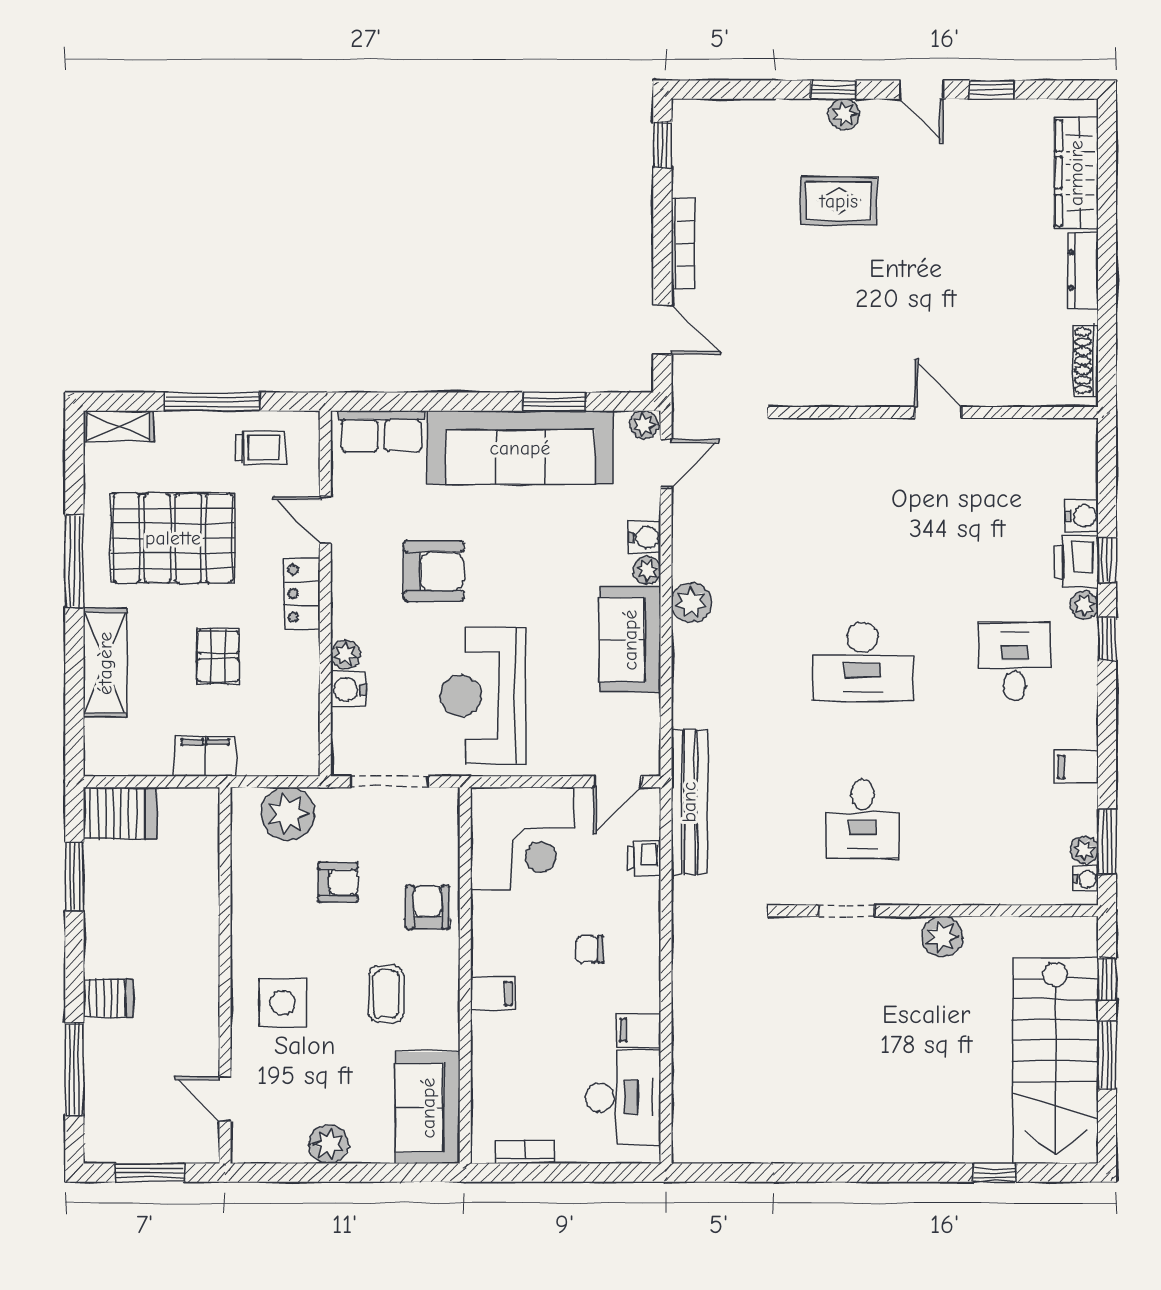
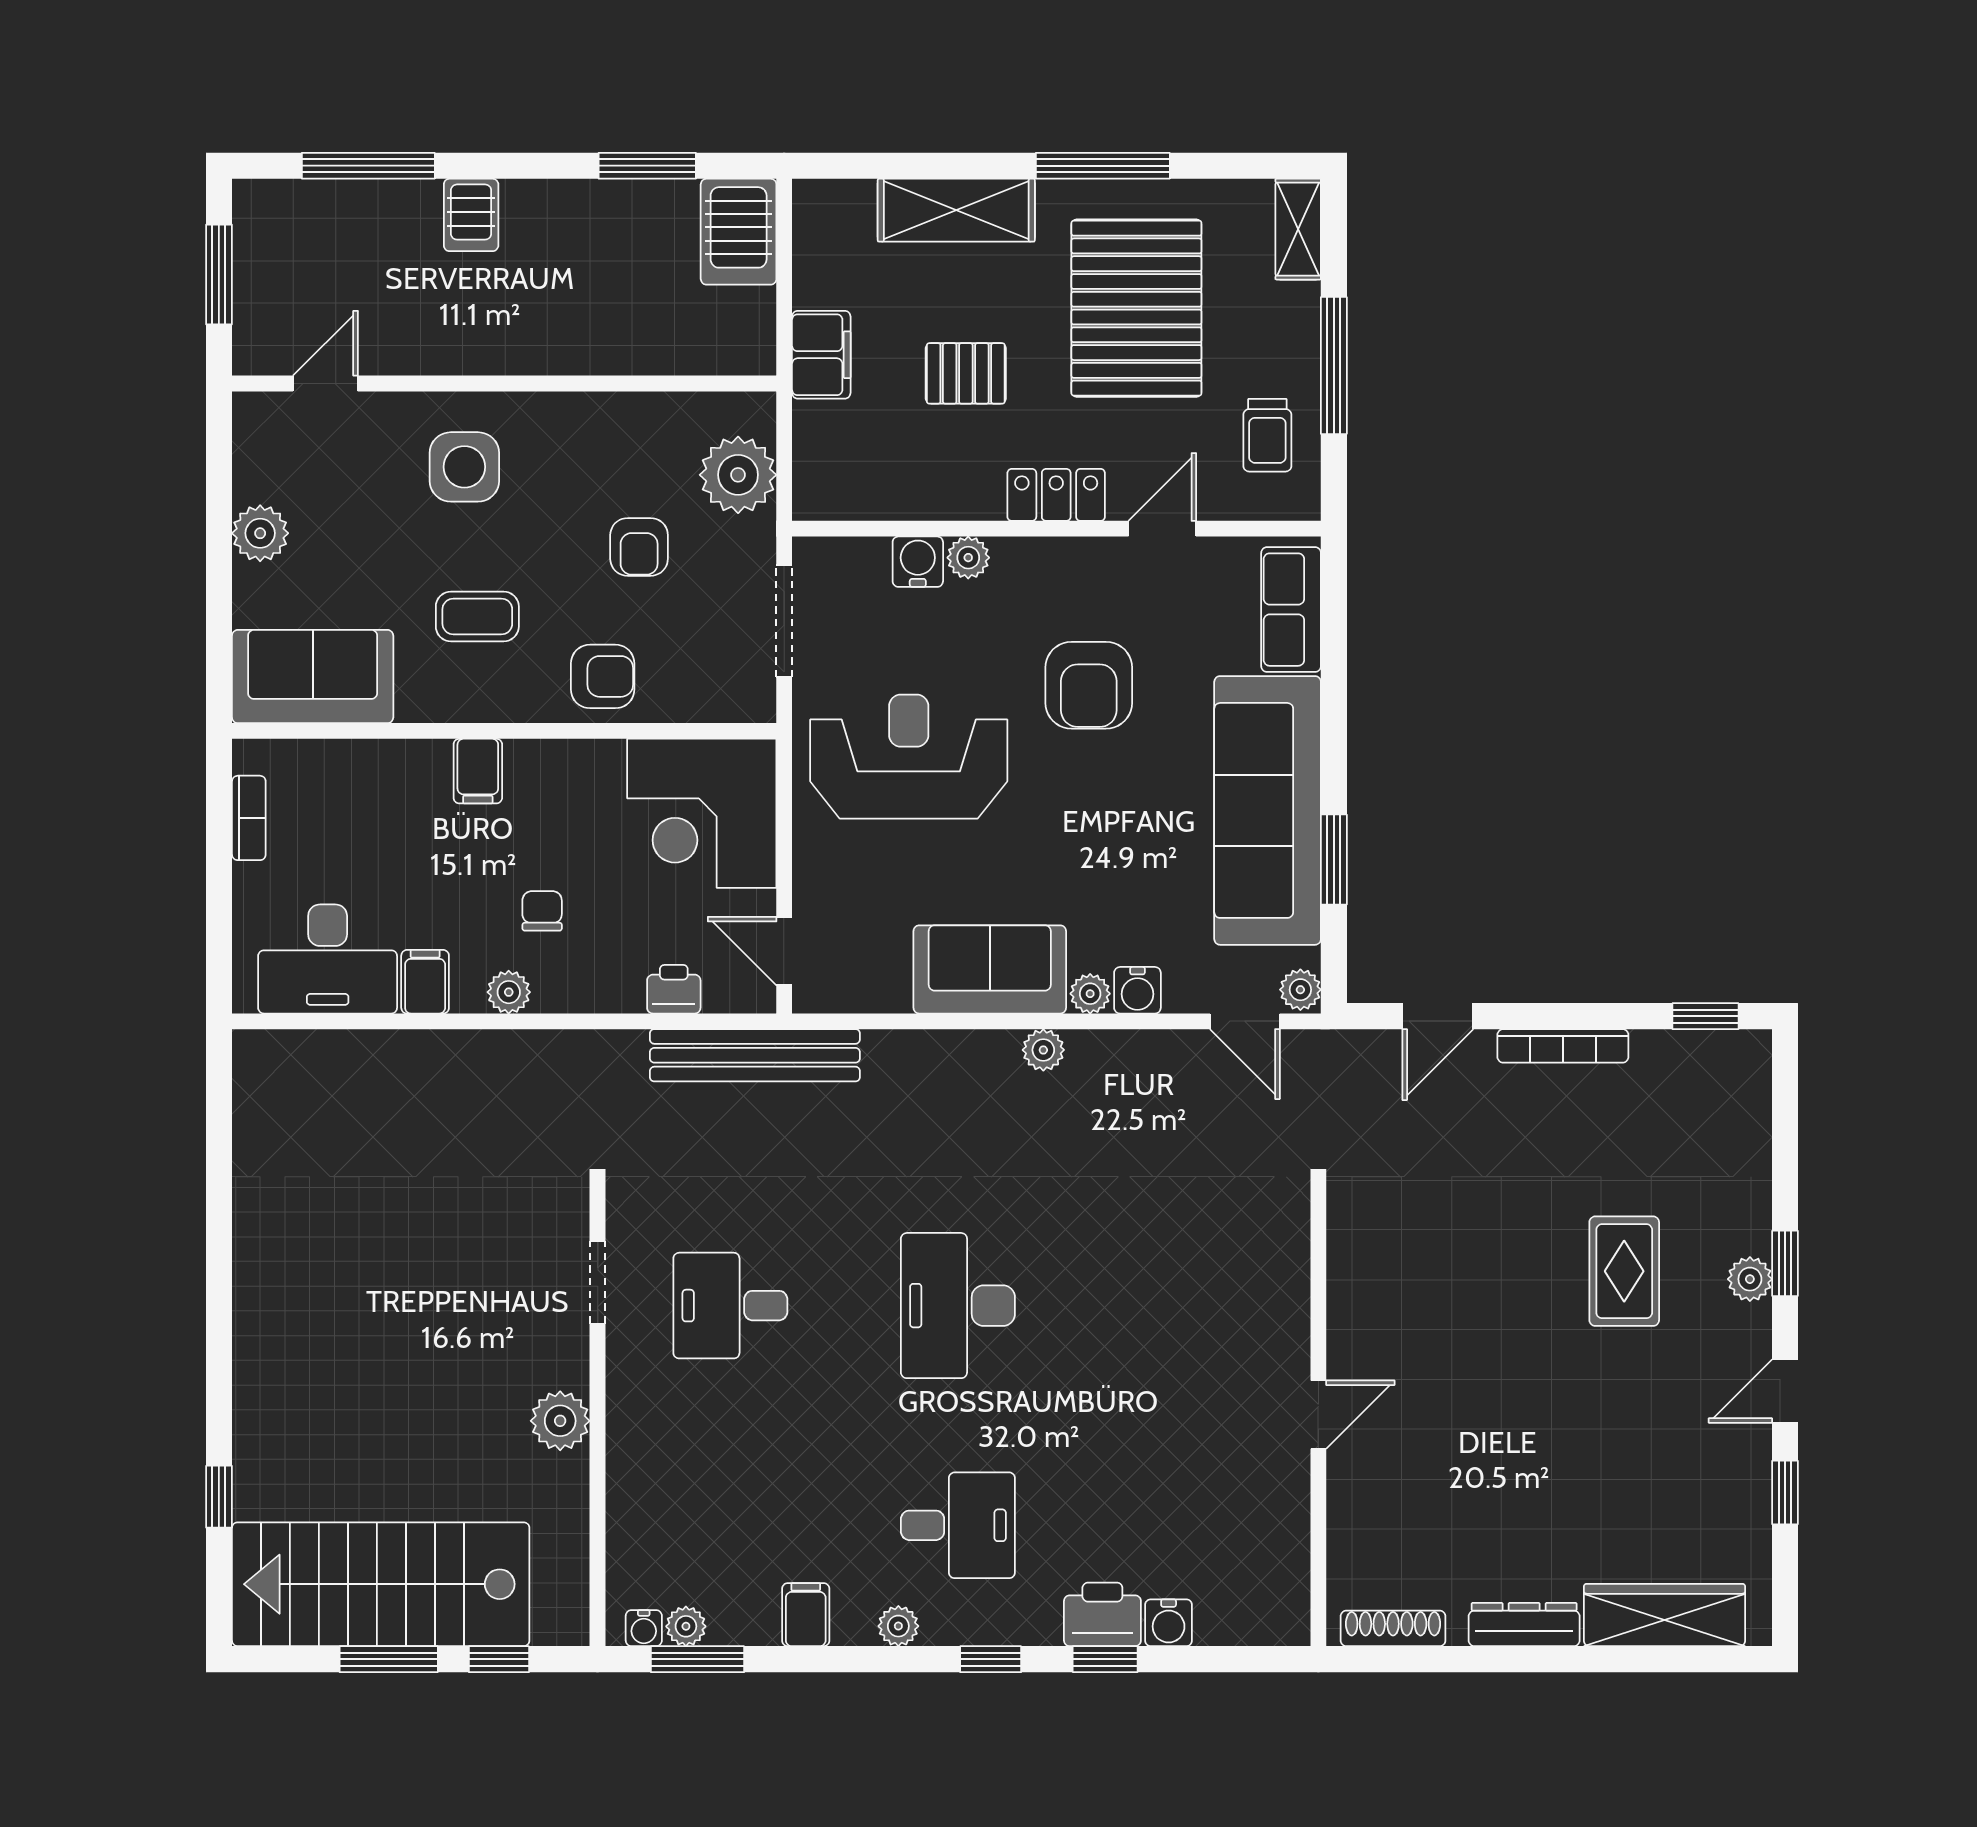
plant: (691, 603) -> (1043, 1050), width x0.73, depth x0.73
plant: (1084, 605) -> (898, 1626), moved
plant: (646, 972) -> (509, 992), added

